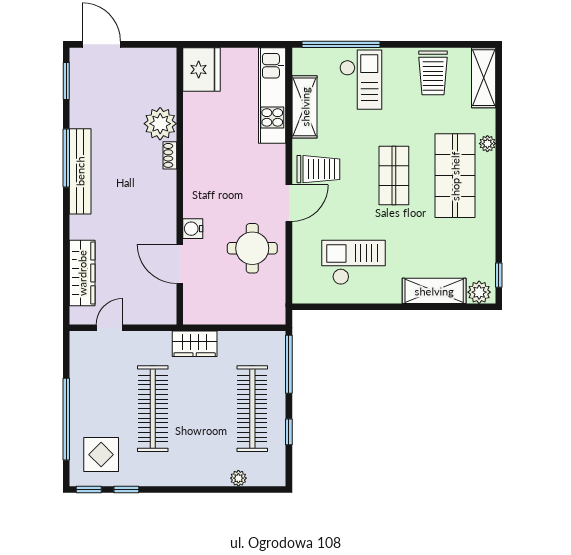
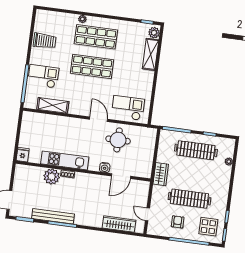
fridge: (201, 69) -> (23, 155), width x0.53, depth x0.75
shelving: (484, 78) -> (50, 17), removed
kitchen unit: (272, 95) -> (65, 160), moved, turned 180
trolley: (318, 169) -> (84, 103), removed
bench: (80, 171) -> (53, 216), moved
shop shelf: (394, 176) -> (92, 66), width x1.43, depth x1.36
checkout: (353, 262) -> (128, 108), moved, turned 90
armchair: (102, 391) -> (178, 222), added

